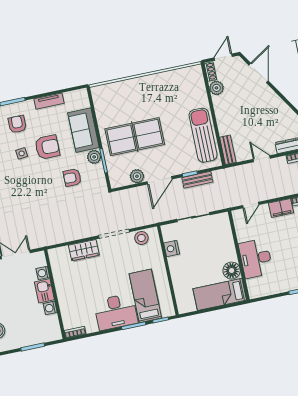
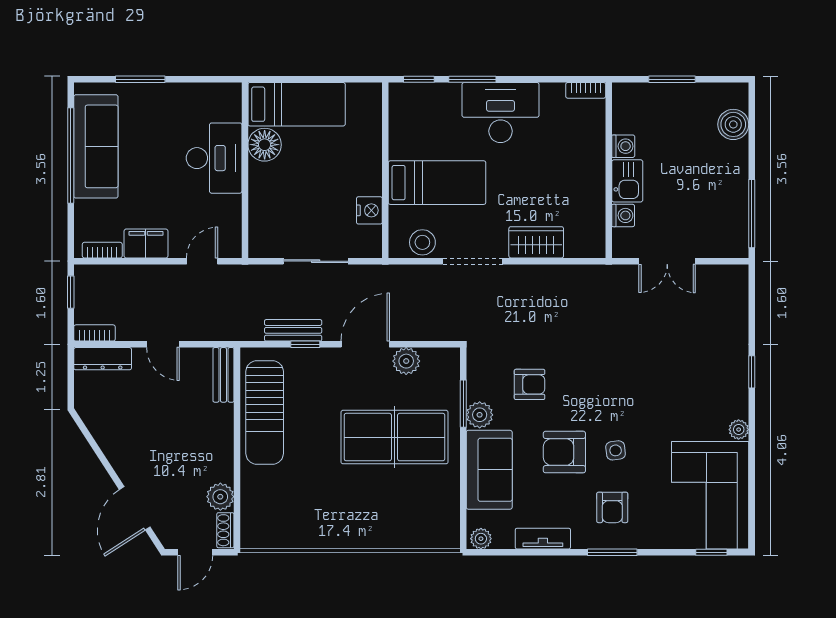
plant: (80, 94) -> (481, 539), added
bed: (145, 296) -> (437, 183), moved, turned -90

